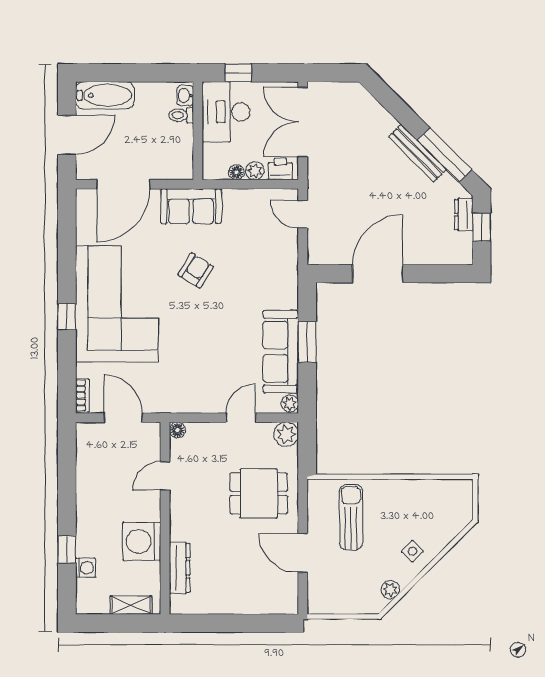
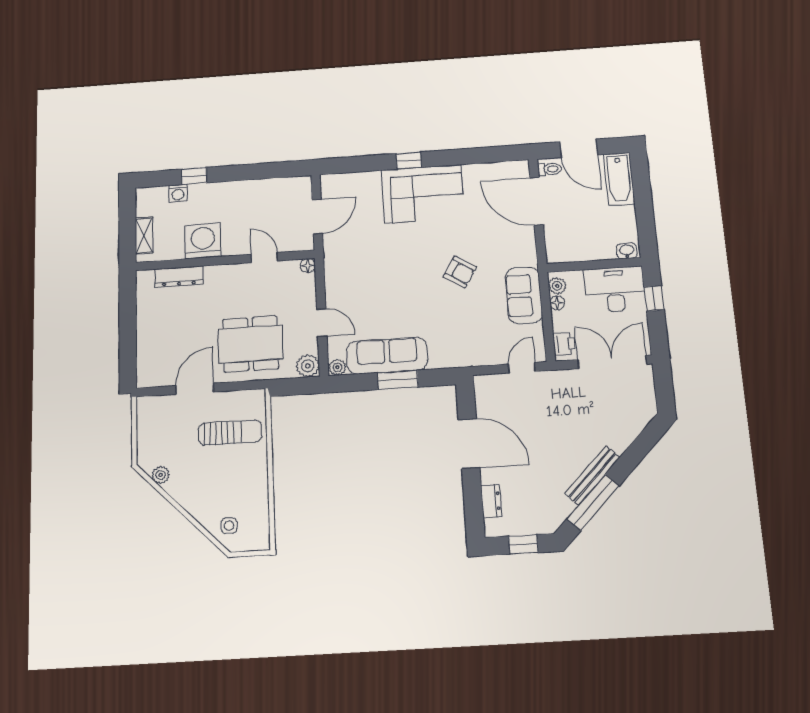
toilet: (181, 115) -> (550, 169), moved, turned 90
plant: (255, 171) -> (557, 286), moved
sofa: (191, 206) -> (524, 295), moved
dresser: (464, 215) -> (491, 501), moved, turned 90
corner sofa: (117, 304) -> (423, 194), width x0.73, depth x0.74
bookcase: (82, 395) -> (336, 179), removed
dining table: (259, 493) -> (250, 344), width x1.38
side table: (412, 551) -> (229, 526), moved, turned 45

